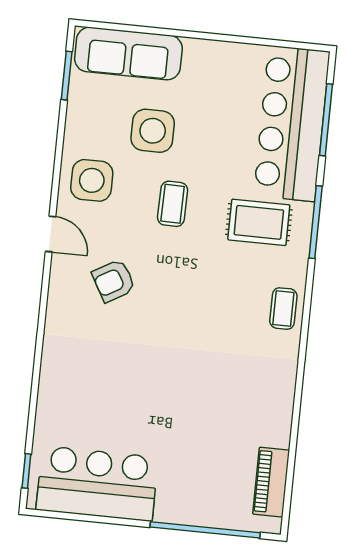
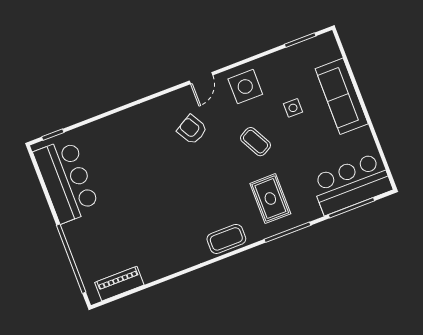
sofa: (128, 54) -> (342, 96), moved
bar counter: (292, 124) -> (352, 184), width x0.73
side table: (153, 131) -> (293, 108), width x0.54, depth x0.54
coffee table: (173, 204) -> (255, 142), turned 61
coffee table: (283, 309) -> (226, 239), width x1.36, depth x1.30

